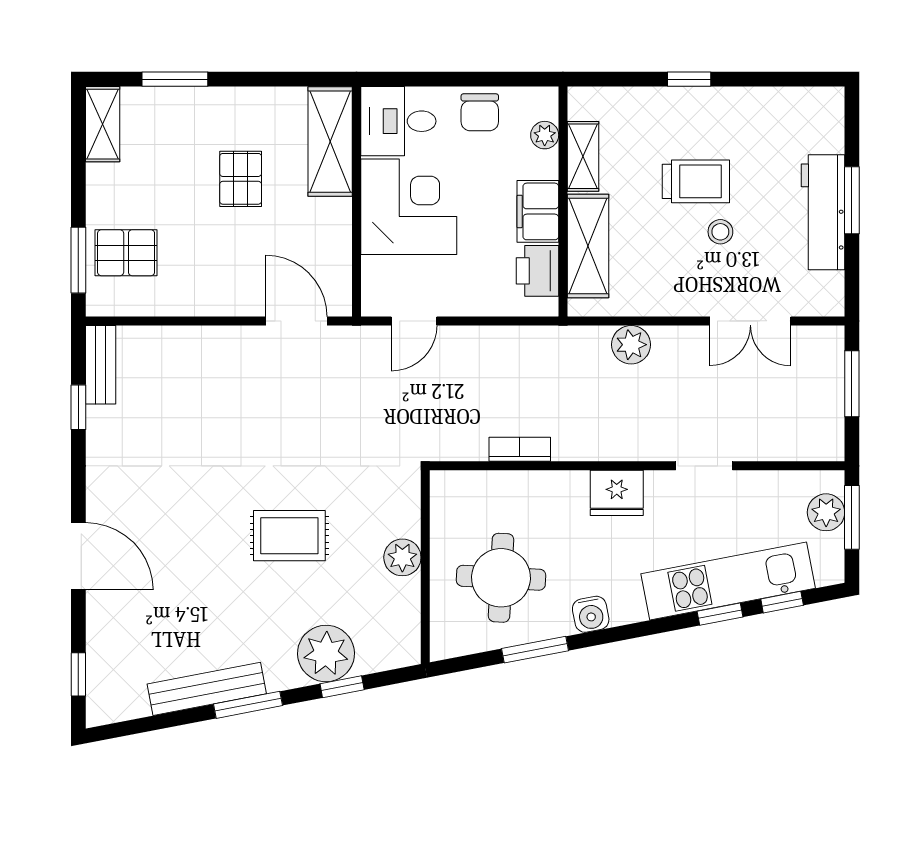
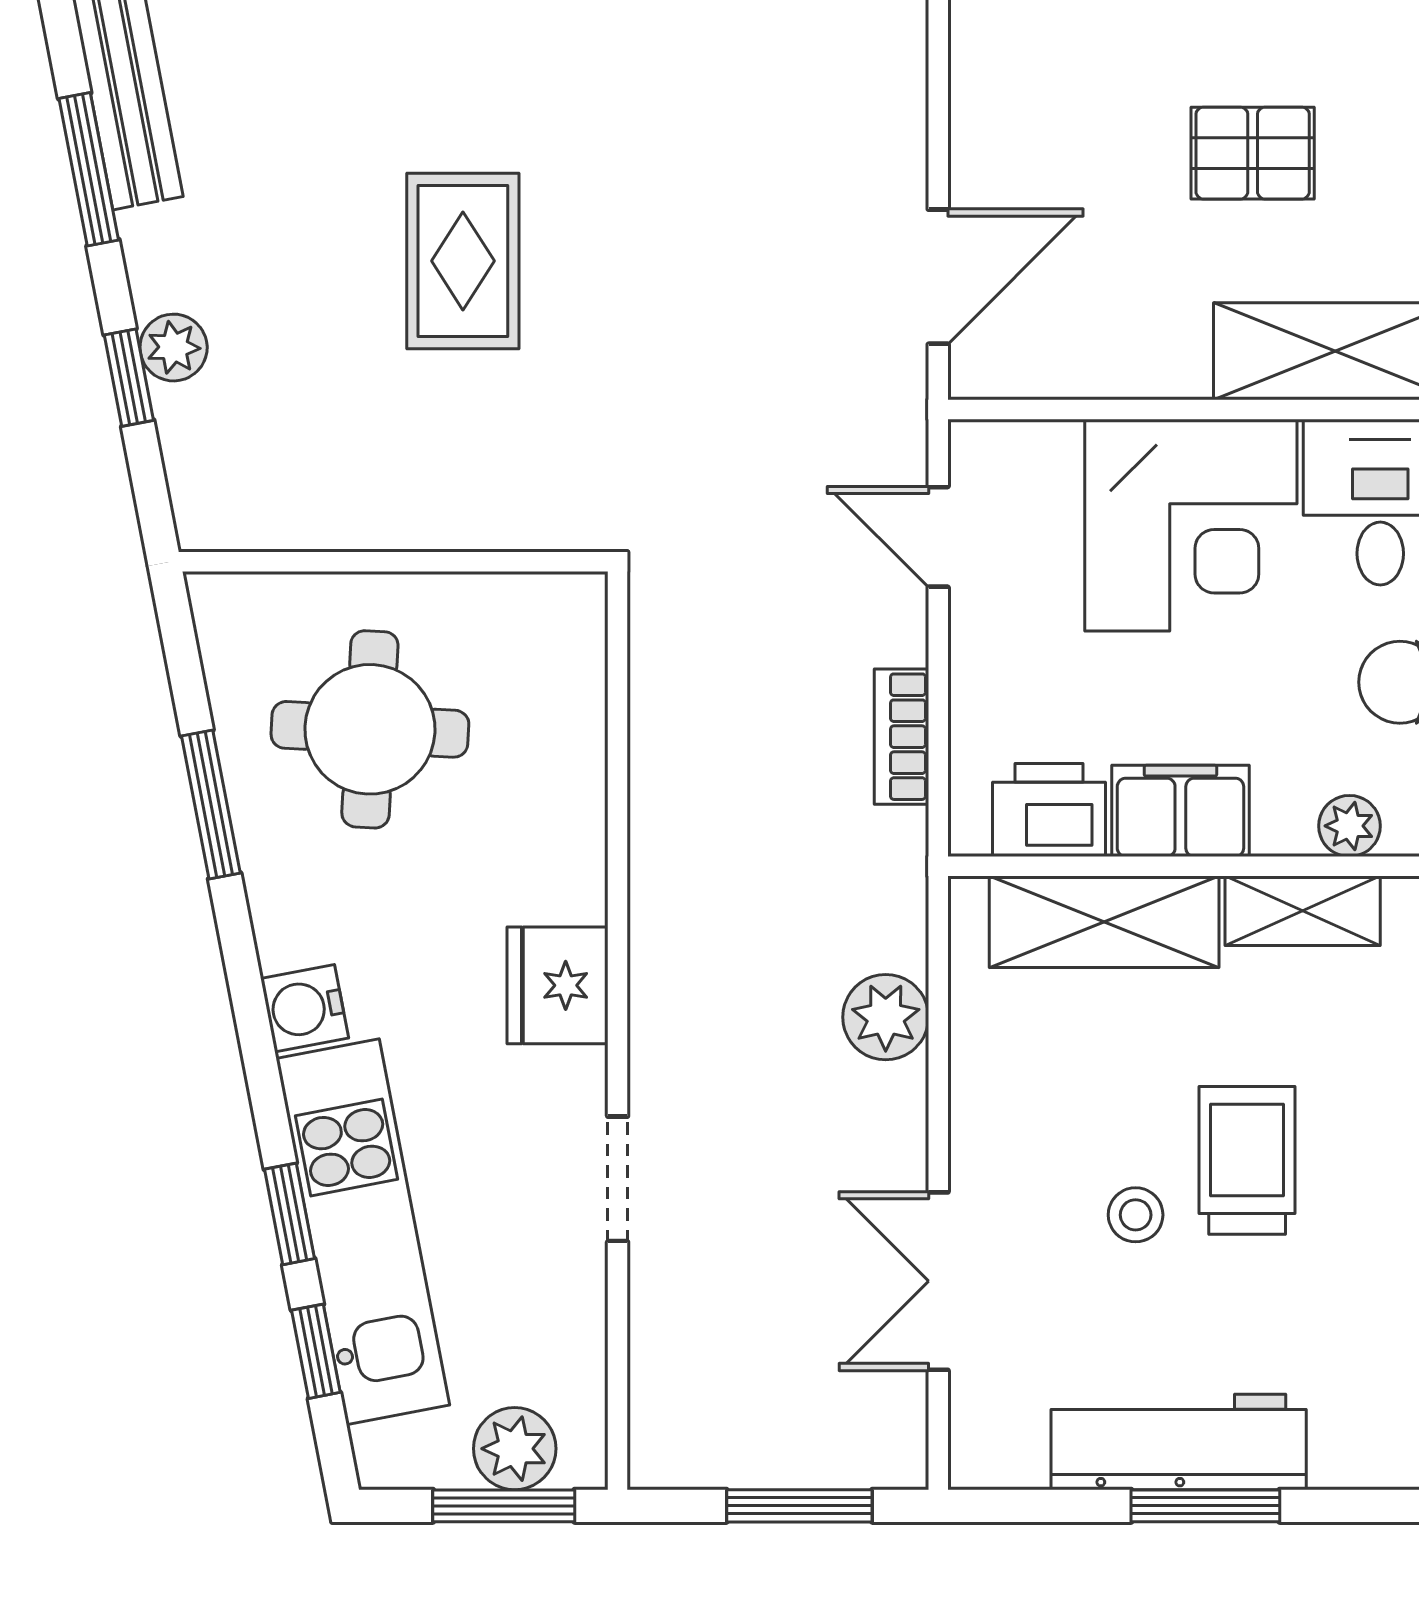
trolley: (696, 181) -> (1247, 1160), turned 180
bookcase: (520, 449) -> (901, 737), moved, turned 180
plant: (402, 557) -> (415, 511), removed
water cooler: (591, 614) -> (305, 1008), moved
plant: (326, 653) -> (174, 348), width x0.53, depth x0.53

